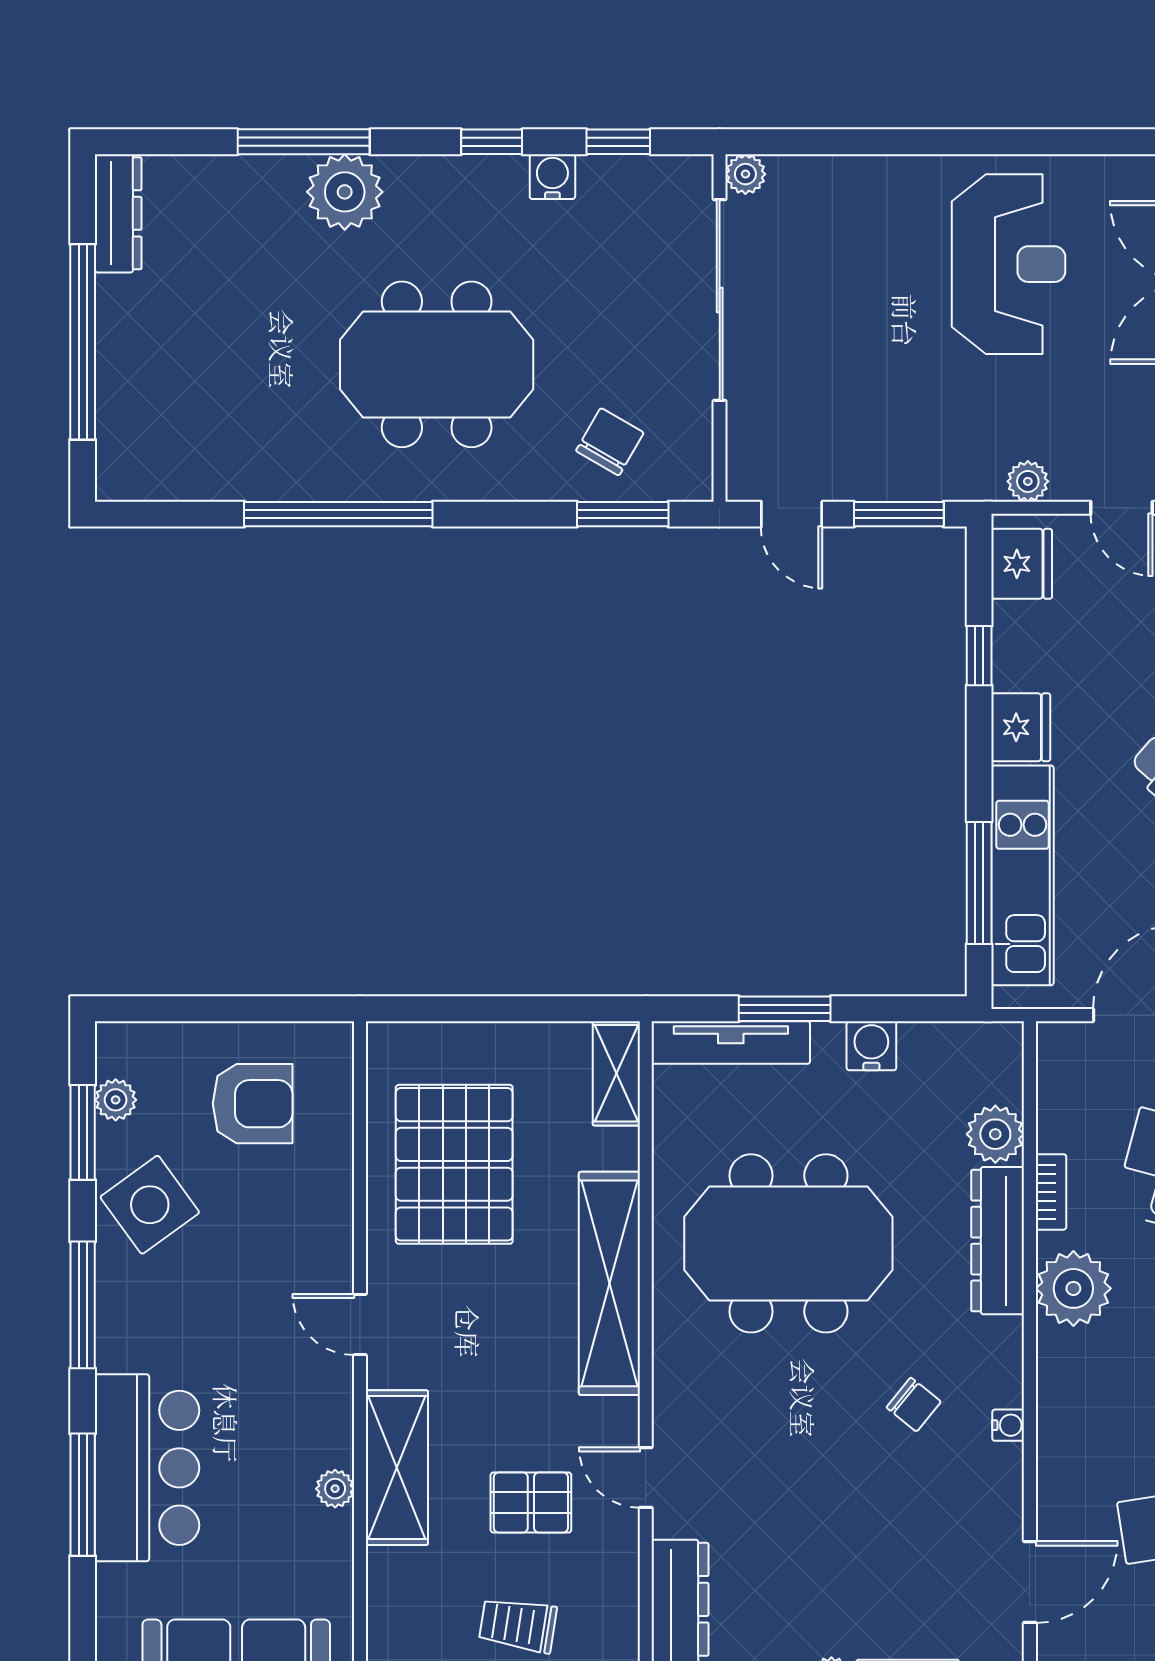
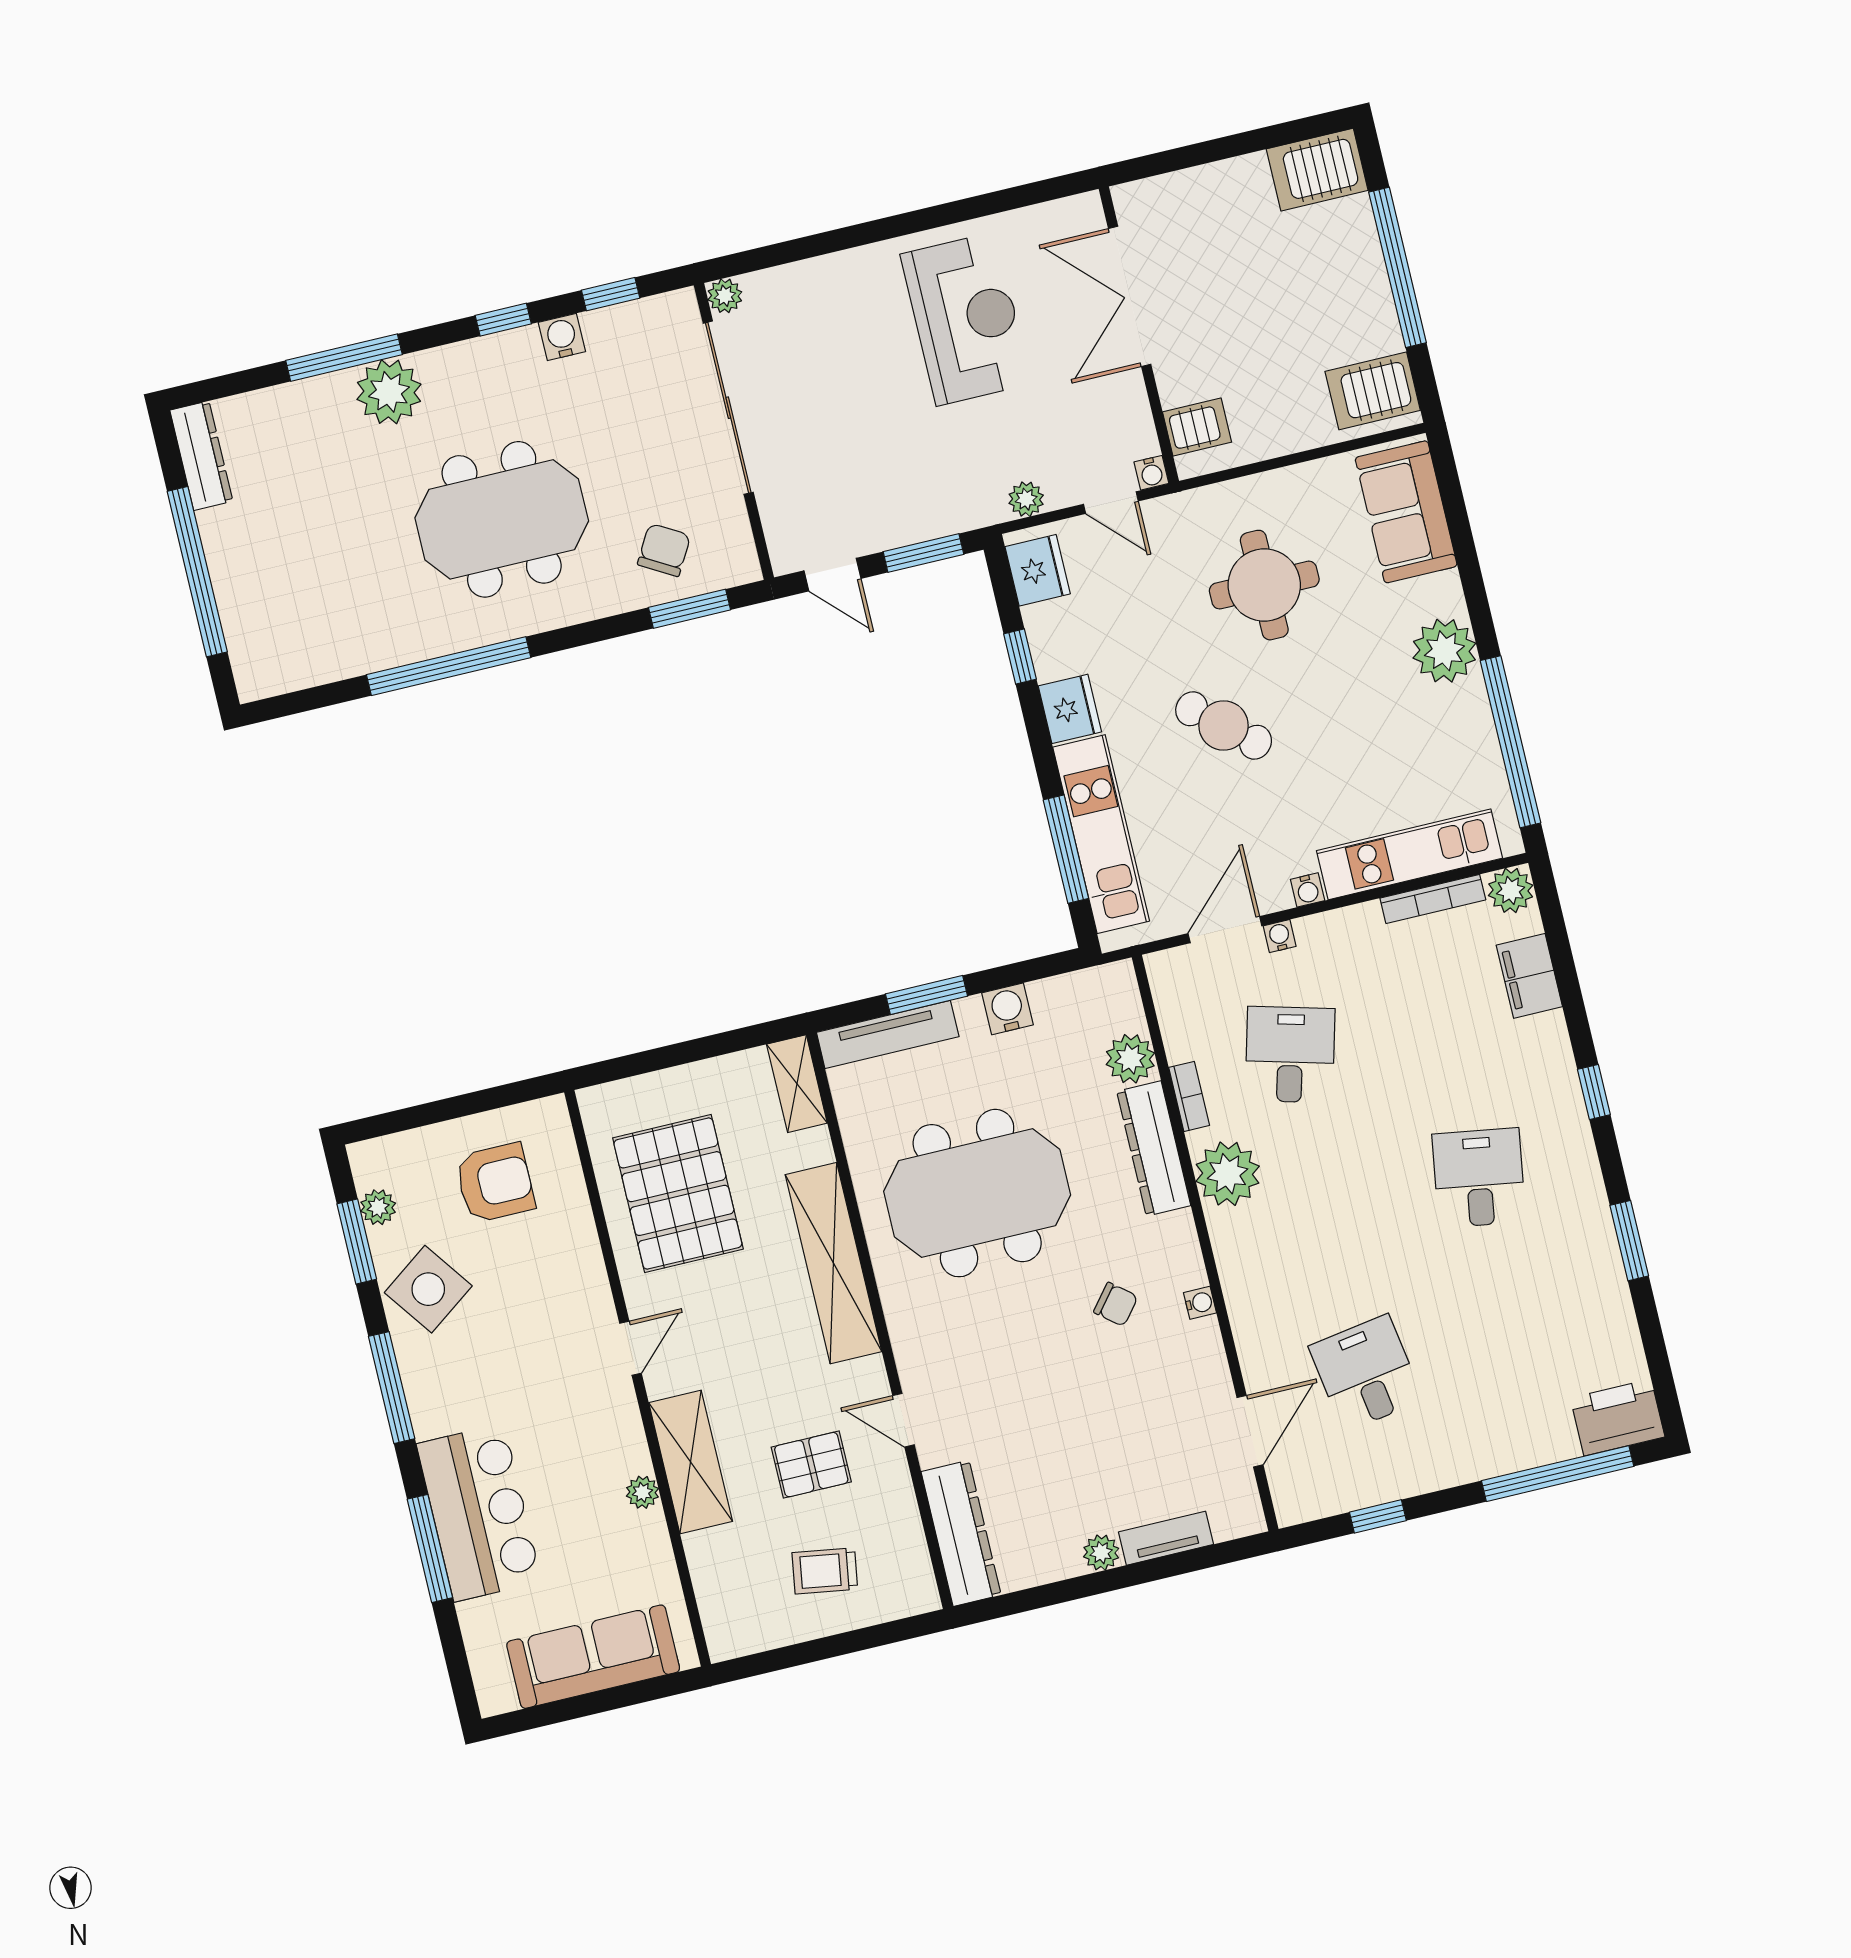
door: (360, 1325) -> (630, 1348), swing flipped

